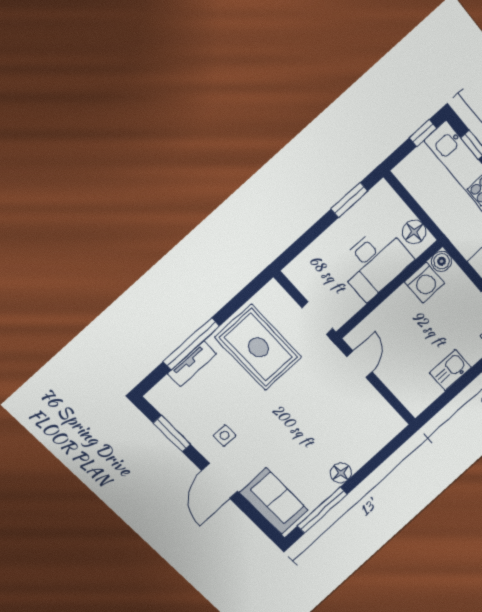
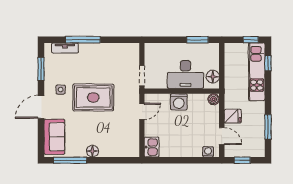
washing machine: (425, 283) -> (179, 102), moved
rug: (258, 347) -> (93, 98), moved, turned 90
tv unit: (192, 364) -> (65, 48), moved
kitchen sink: (450, 370) -> (152, 147), moved, turned 90

